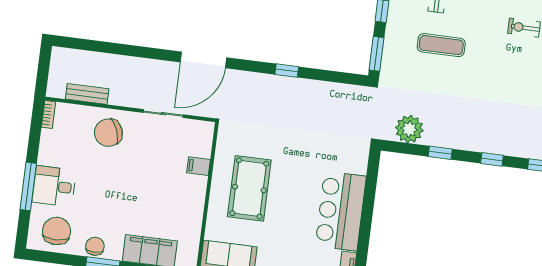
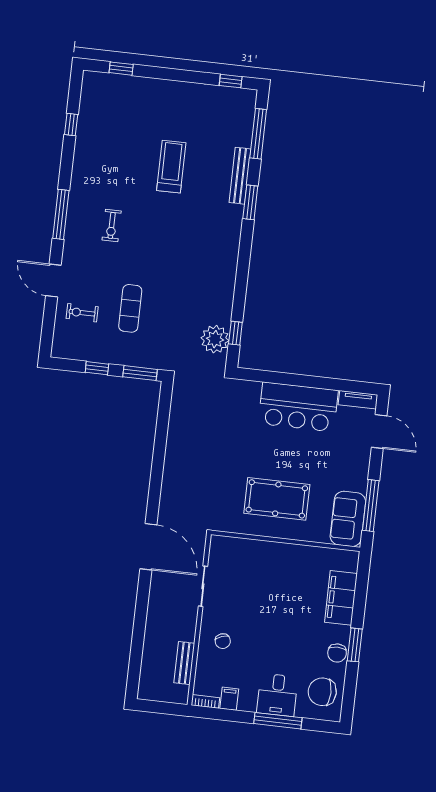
window: (287, 71) -> (158, 463), removed
chair: (108, 133) -> (223, 641), width x0.54, depth x0.54
window: (440, 153) -> (235, 333), moved
window: (492, 159) -> (244, 256), removed
filing cabinet: (198, 166) -> (229, 699), moved, turned 180
chair: (95, 246) -> (337, 653), turned -90

